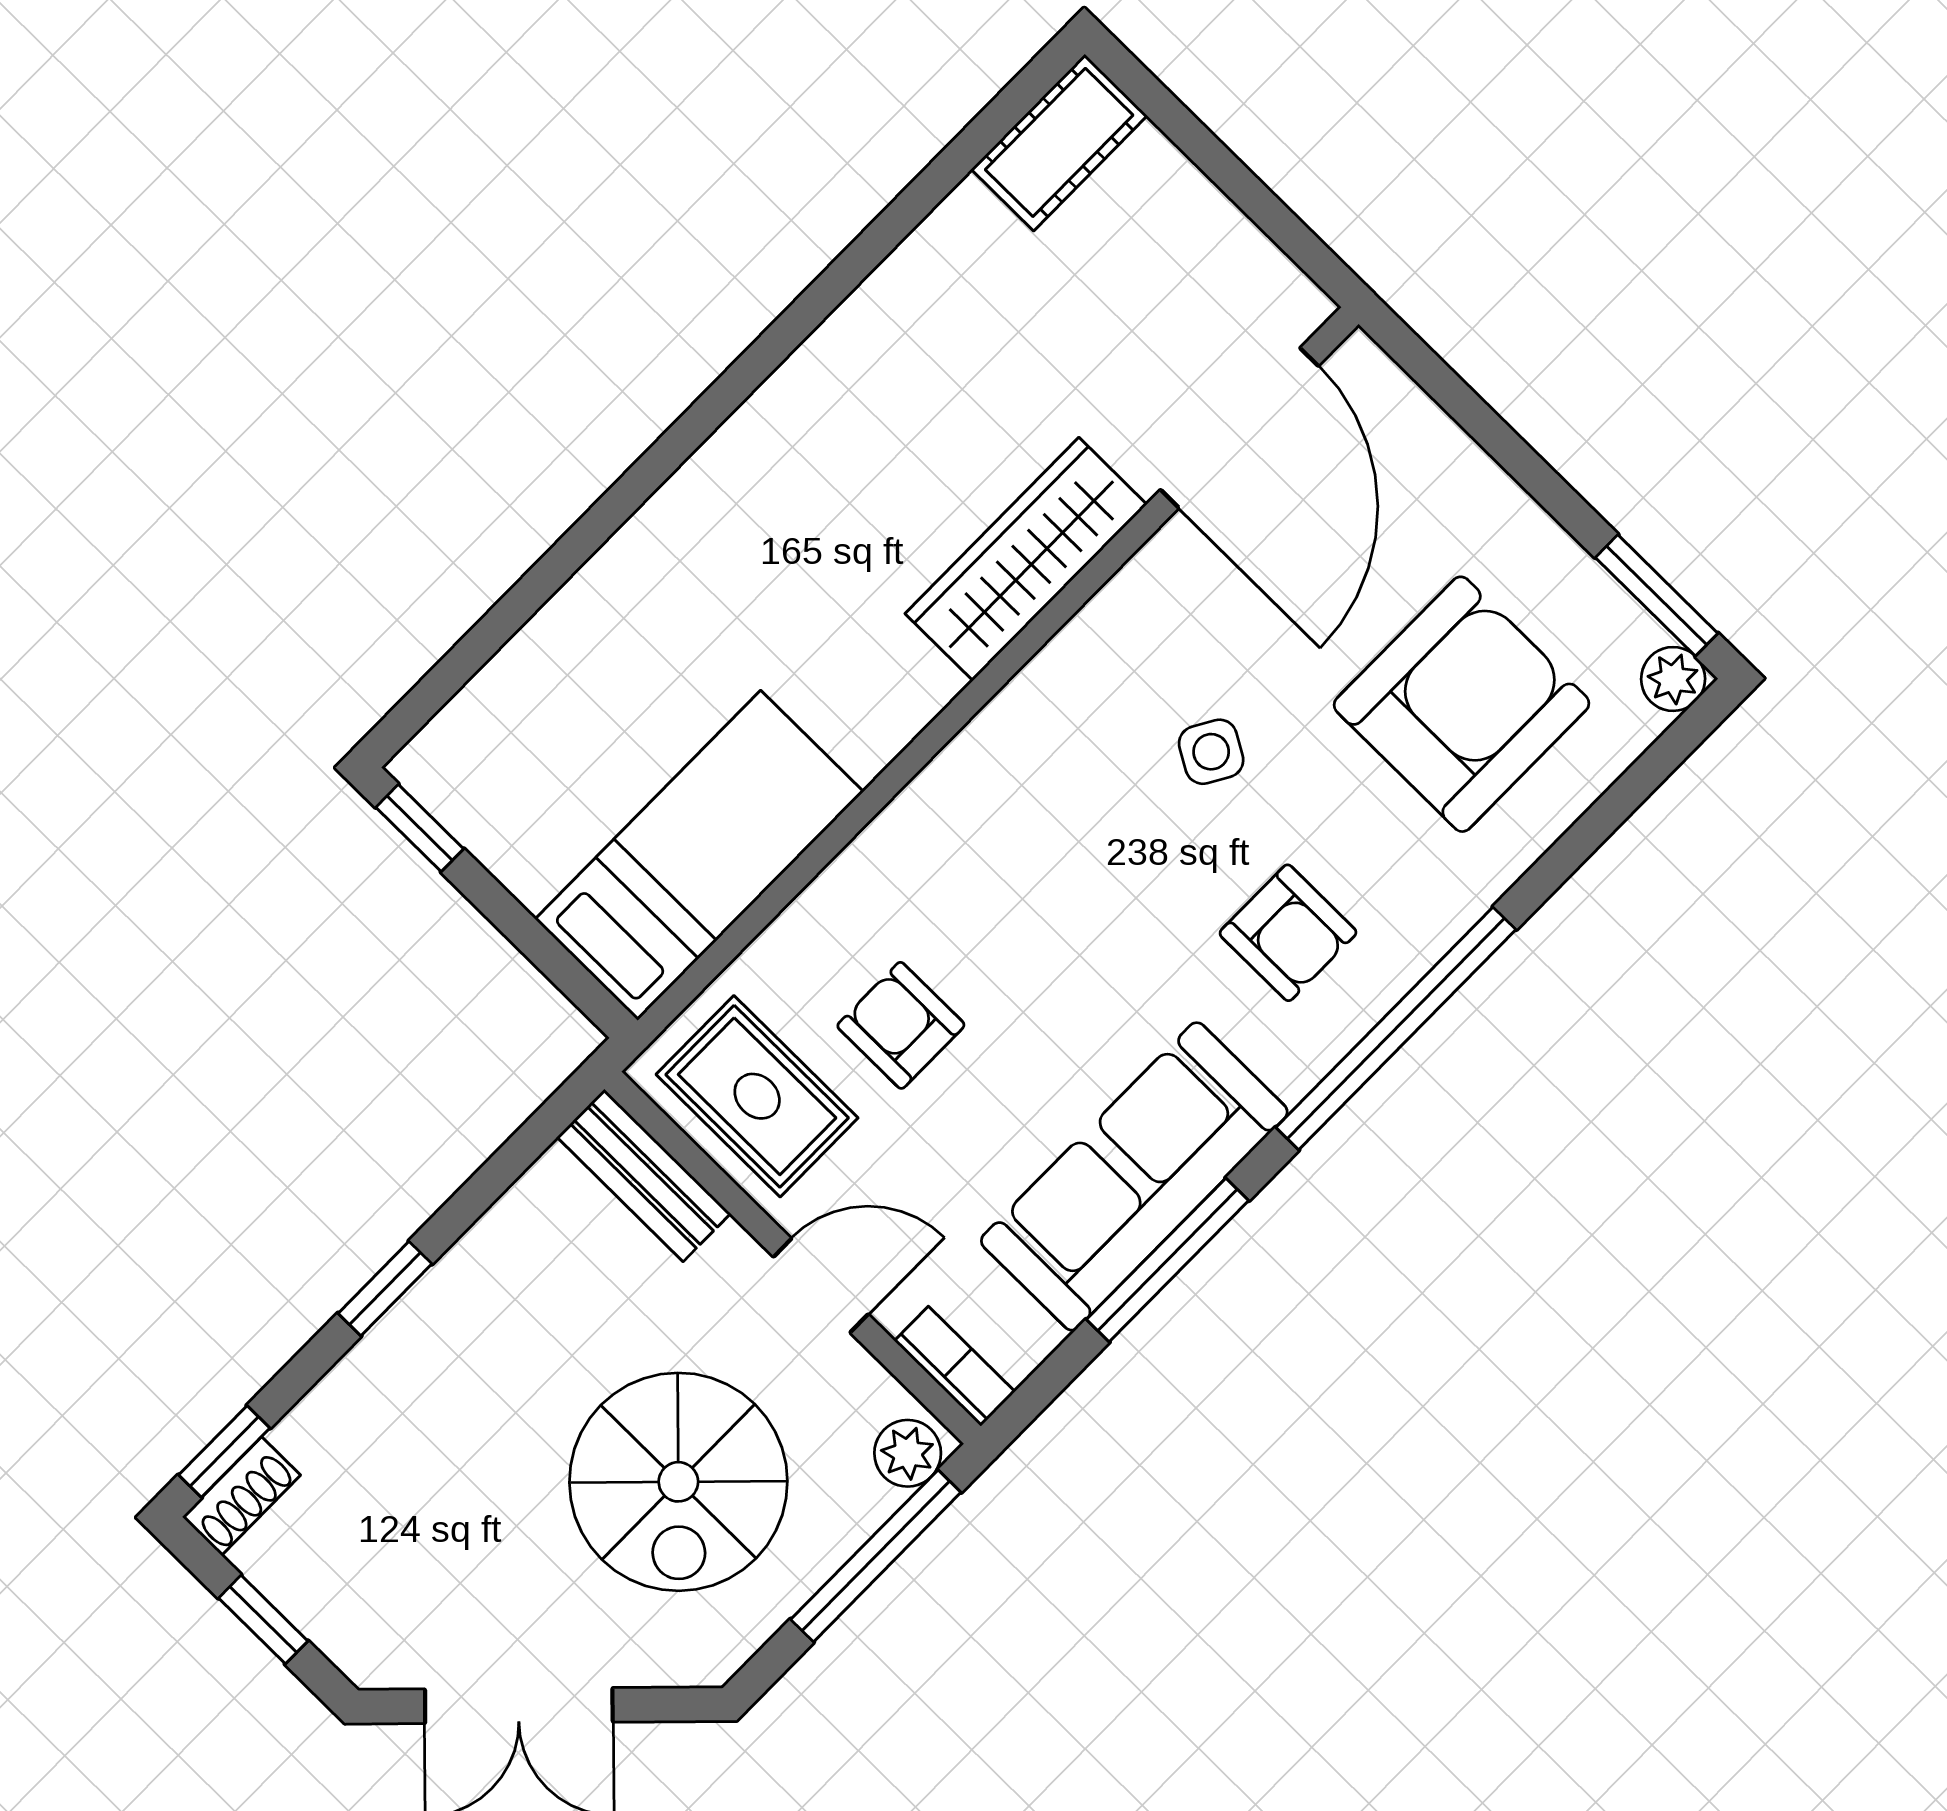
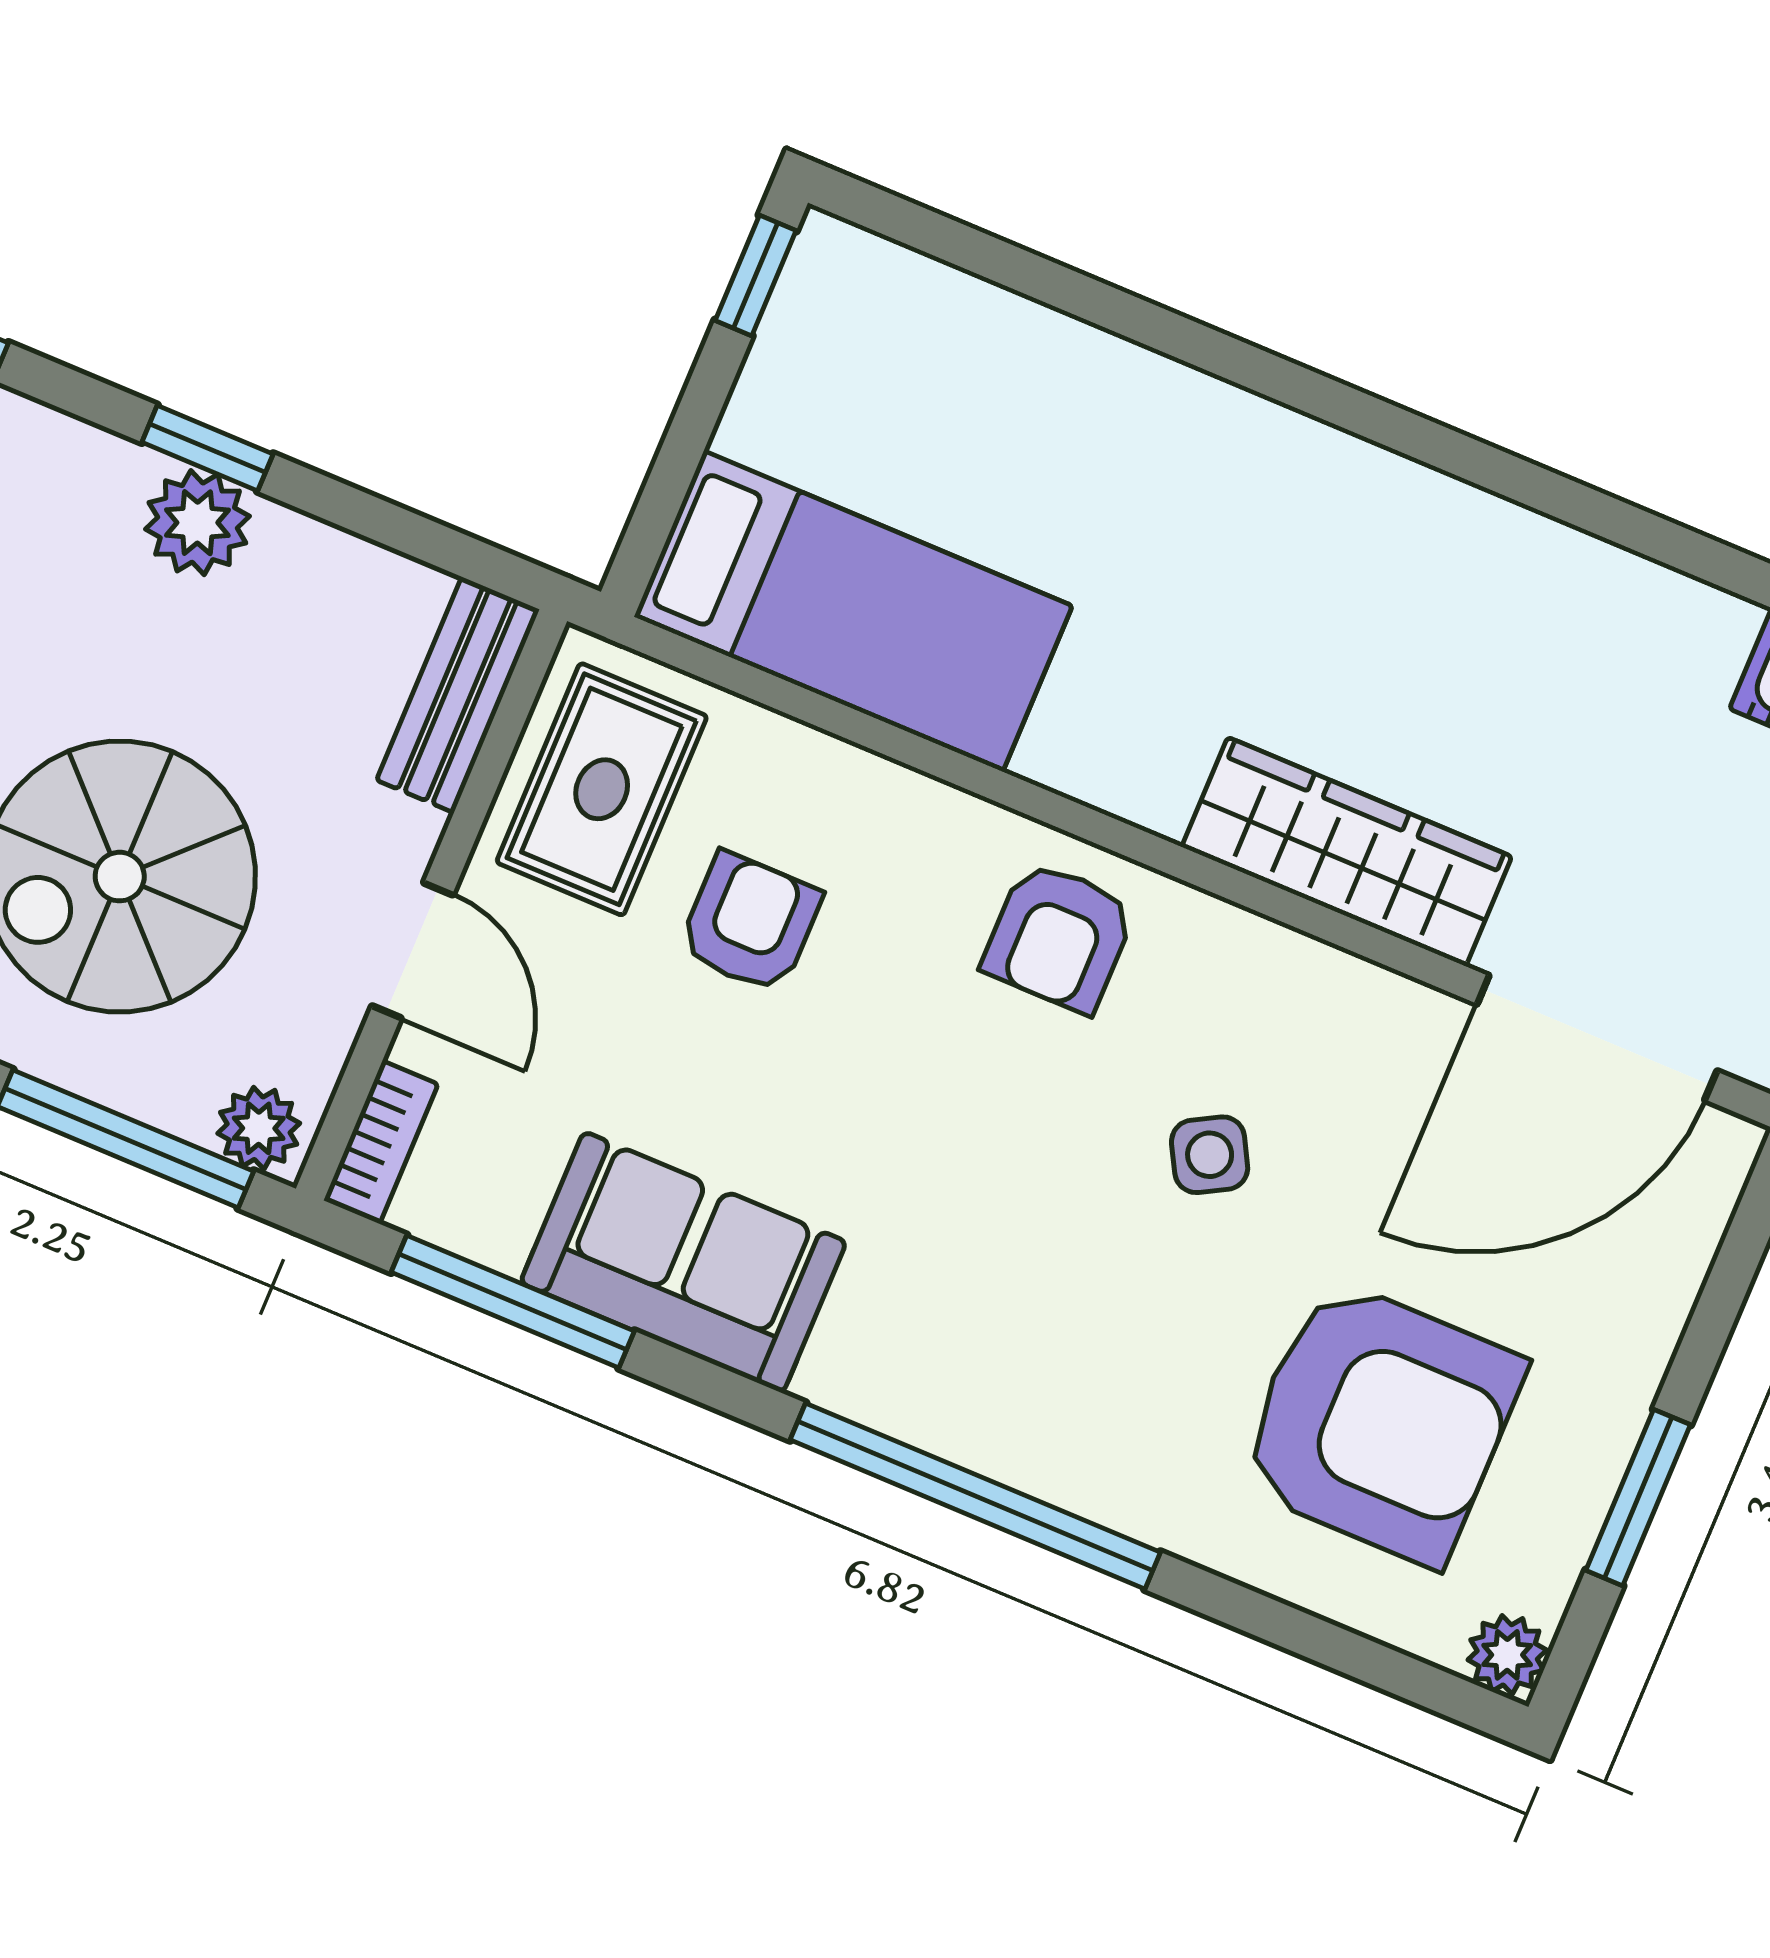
window: (1657, 595) -> (1638, 1498), moved
side table: (1211, 752) -> (1210, 1155), turned 31
armchair: (1288, 933) -> (1059, 937), moved
sofa: (1134, 1176) -> (683, 1262), width x0.73
window: (1167, 1260) -> (513, 1302), moved
plant: (438, 1318) -> (197, 523), added

